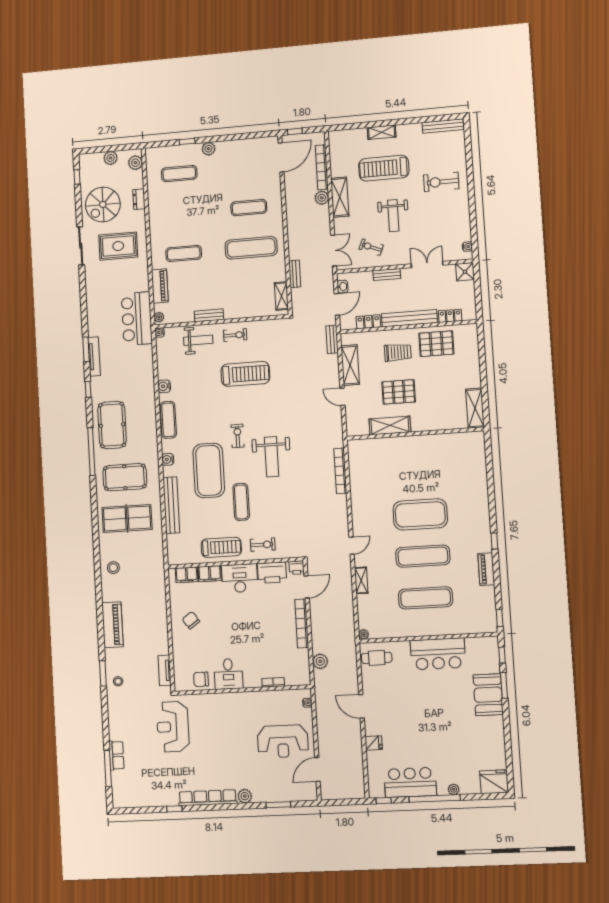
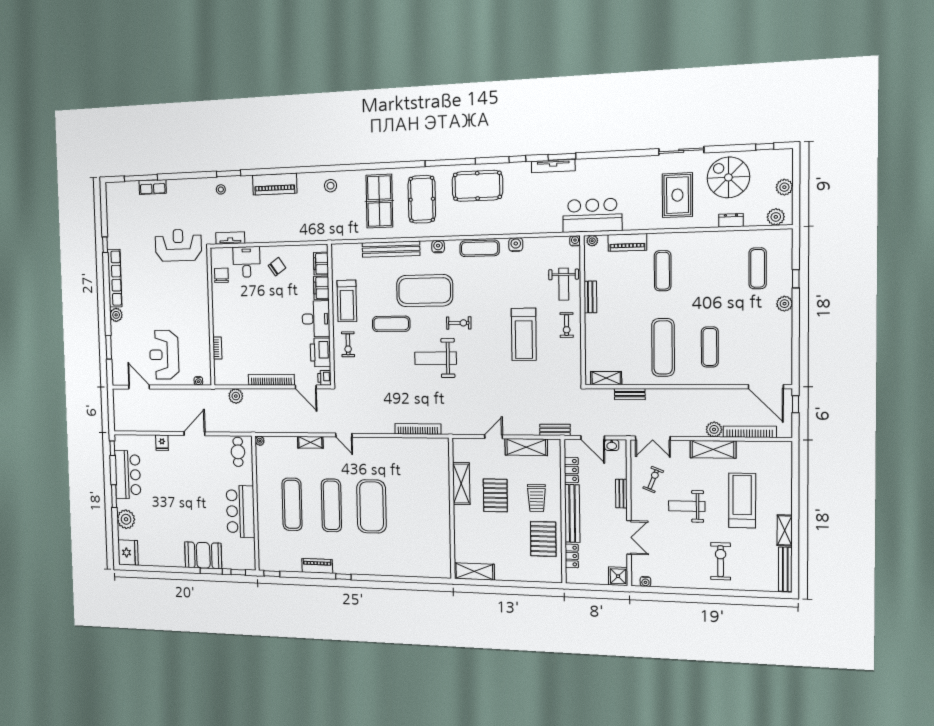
shelving: (382, 132) -> (785, 530), moved
desk: (228, 674) -> (246, 262), moved, turned 90
plant: (454, 789) -> (126, 519), width x1.88, depth x1.88
window: (435, 798) -> (114, 496), width x0.47

